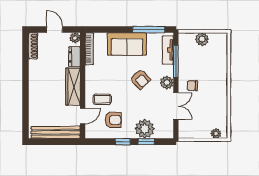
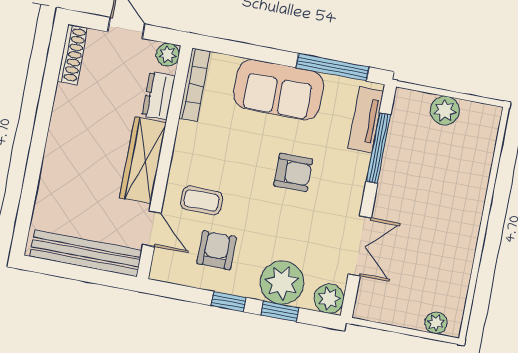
armchair: (140, 79) -> (293, 172), turned -47
plant: (167, 83) -> (329, 299), moved
chair: (192, 86) -> (404, 208), removed
door: (83, 116) -> (152, 229), hinge flipped
armchair: (113, 120) -> (216, 250), turned -90

